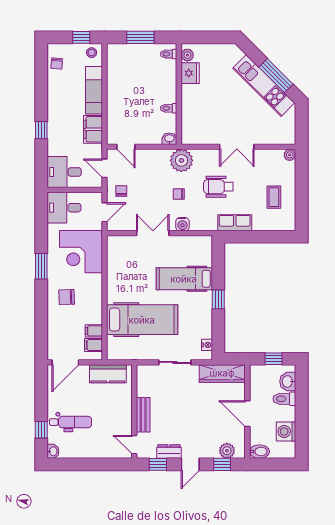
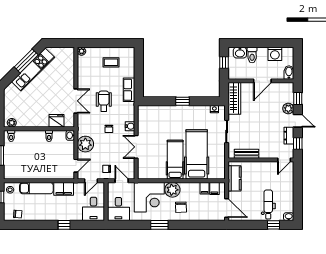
fridge: (190, 73) -> (57, 121), moved
double door: (237, 147) -> (76, 101), moved
plant: (181, 160) -> (85, 144), moved
wheelchair: (218, 187) -> (104, 101), turned 180
hospital bed: (184, 279) -> (175, 160), moved, turned 180
plant: (92, 285) -> (172, 190), added
bench: (143, 415) -> (246, 154), moved
plant: (227, 451) -> (288, 109), moved

